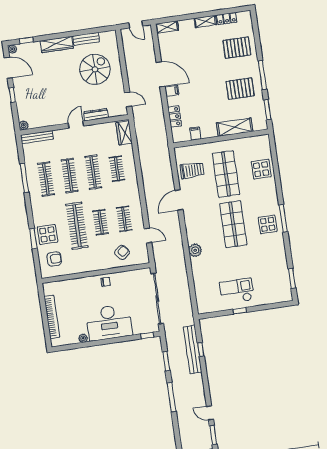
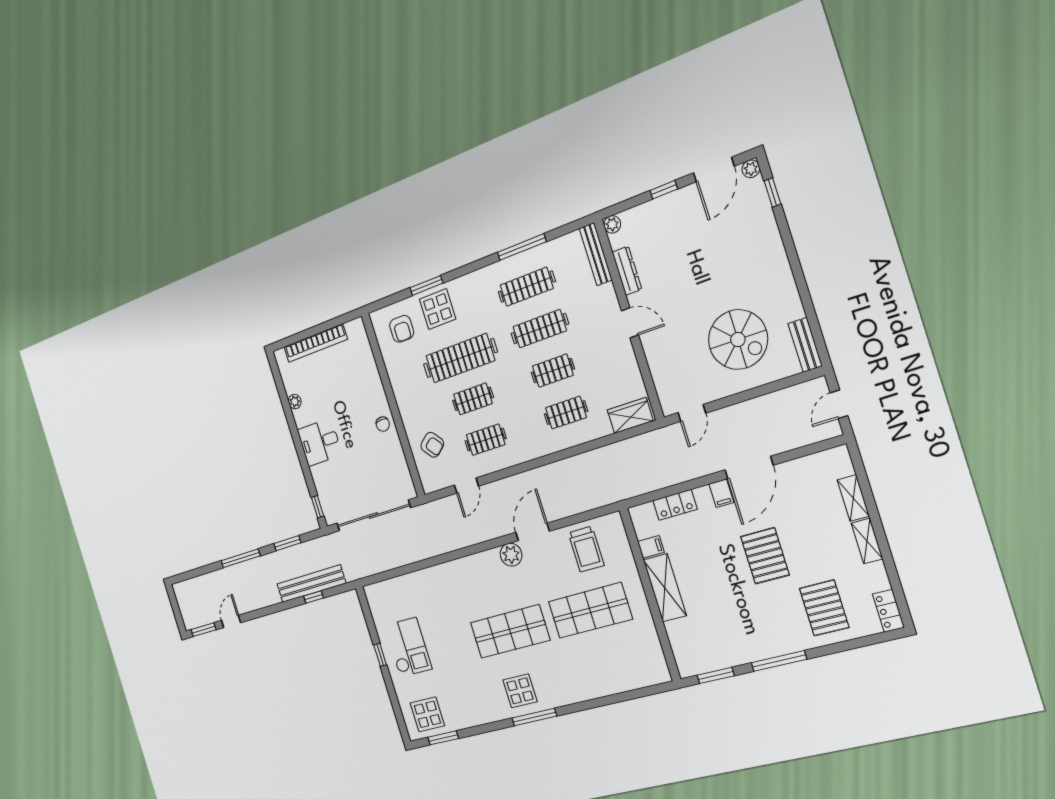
locker: (227, 19) -> (888, 611), moved
shelving: (167, 27) -> (853, 498), moved
bench: (86, 39) -> (805, 345), moved
wardrobe: (57, 44) -> (774, 255), removed
pallet: (240, 89) -> (765, 556), moved
dresser: (96, 115) -> (627, 271), moved
shelving: (235, 127) -> (665, 588), moved
display table: (261, 169) -> (427, 714), moved
clothes rail: (93, 172) -> (553, 371), width x0.73
door: (179, 200) -> (533, 532), hinge flipped
plant: (195, 250) -> (511, 555), moved
desk: (109, 322) -> (320, 442), width x0.53, depth x0.77

